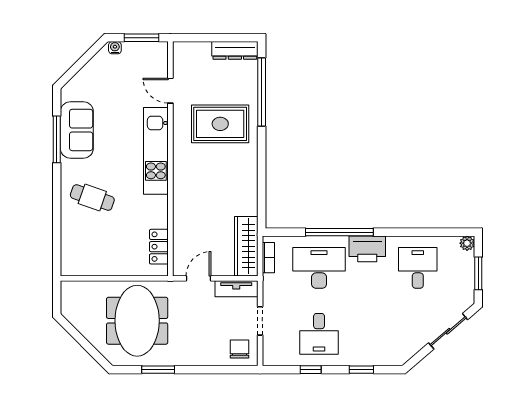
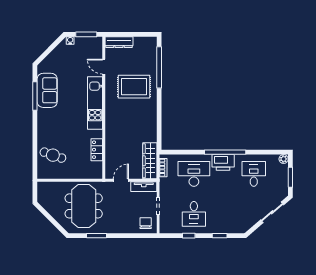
dresser: (235, 50) -> (119, 42), moved
cafe table: (92, 198) -> (53, 155), moved
window: (339, 232) -> (225, 152), moved
locker: (159, 247) -> (97, 150), moved

